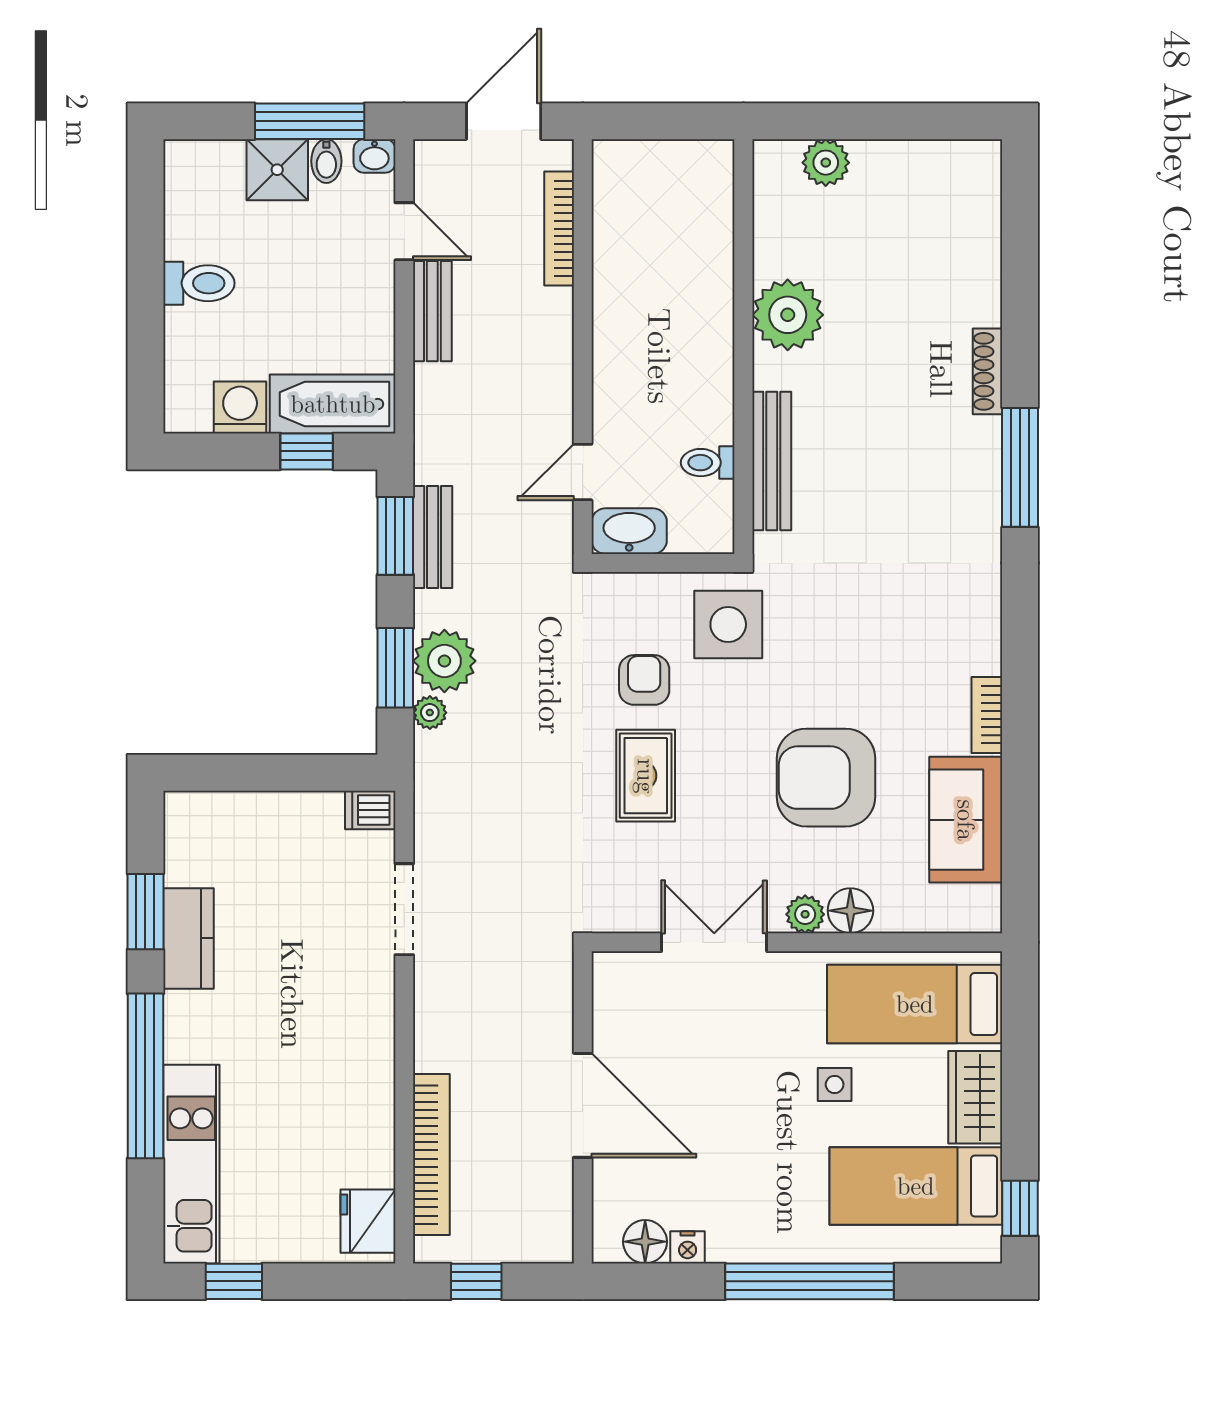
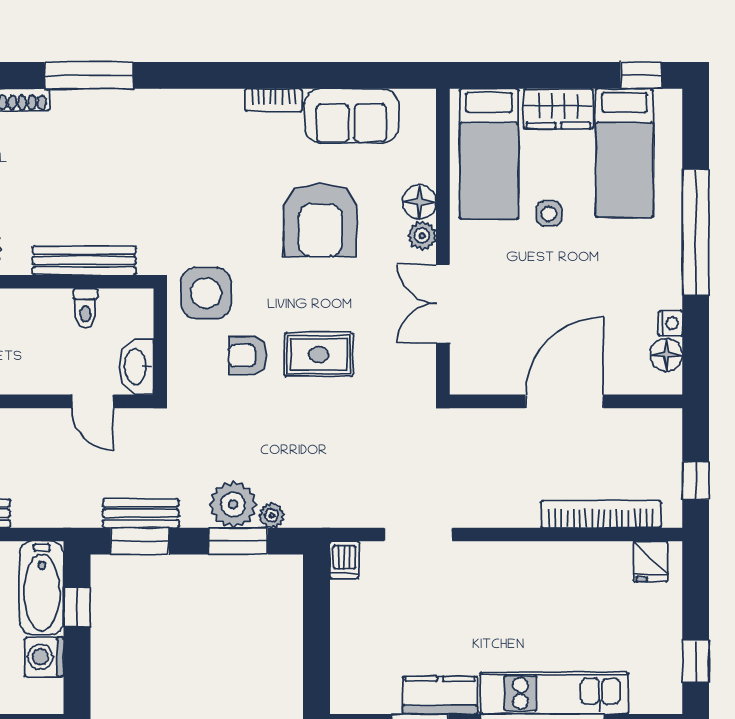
kitchen unit: (191, 1164) -> (554, 693), moved
fridge: (368, 1221) -> (651, 561), width x0.72

